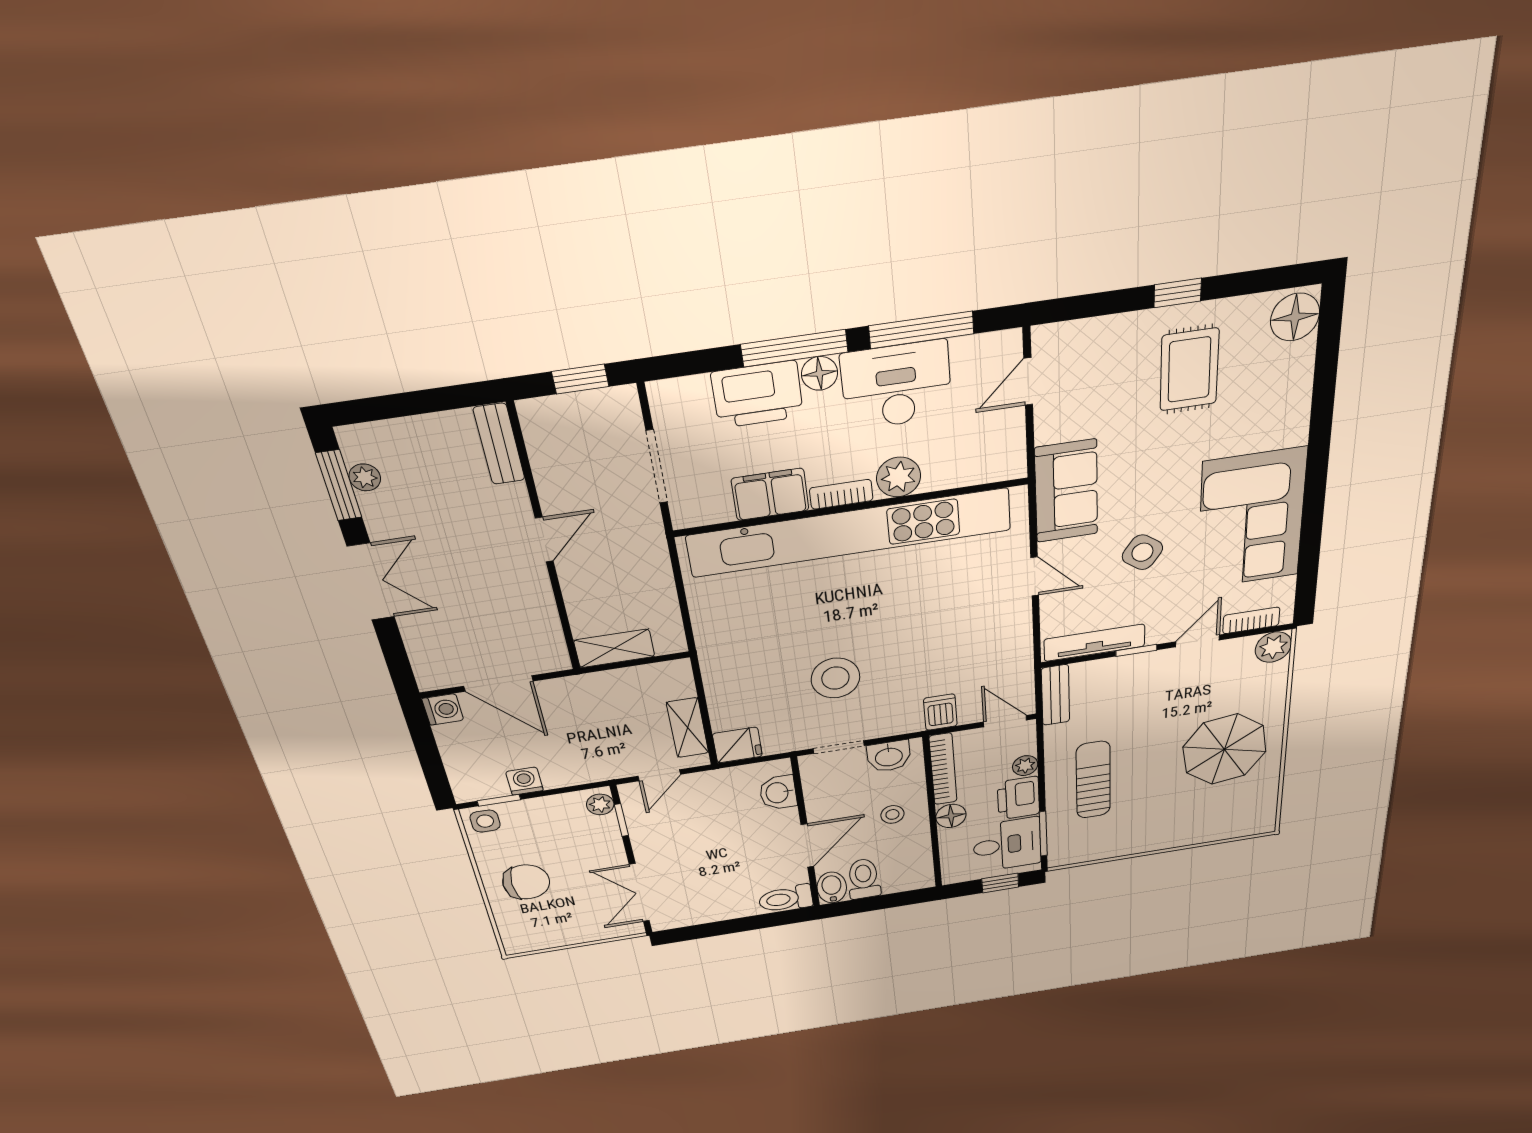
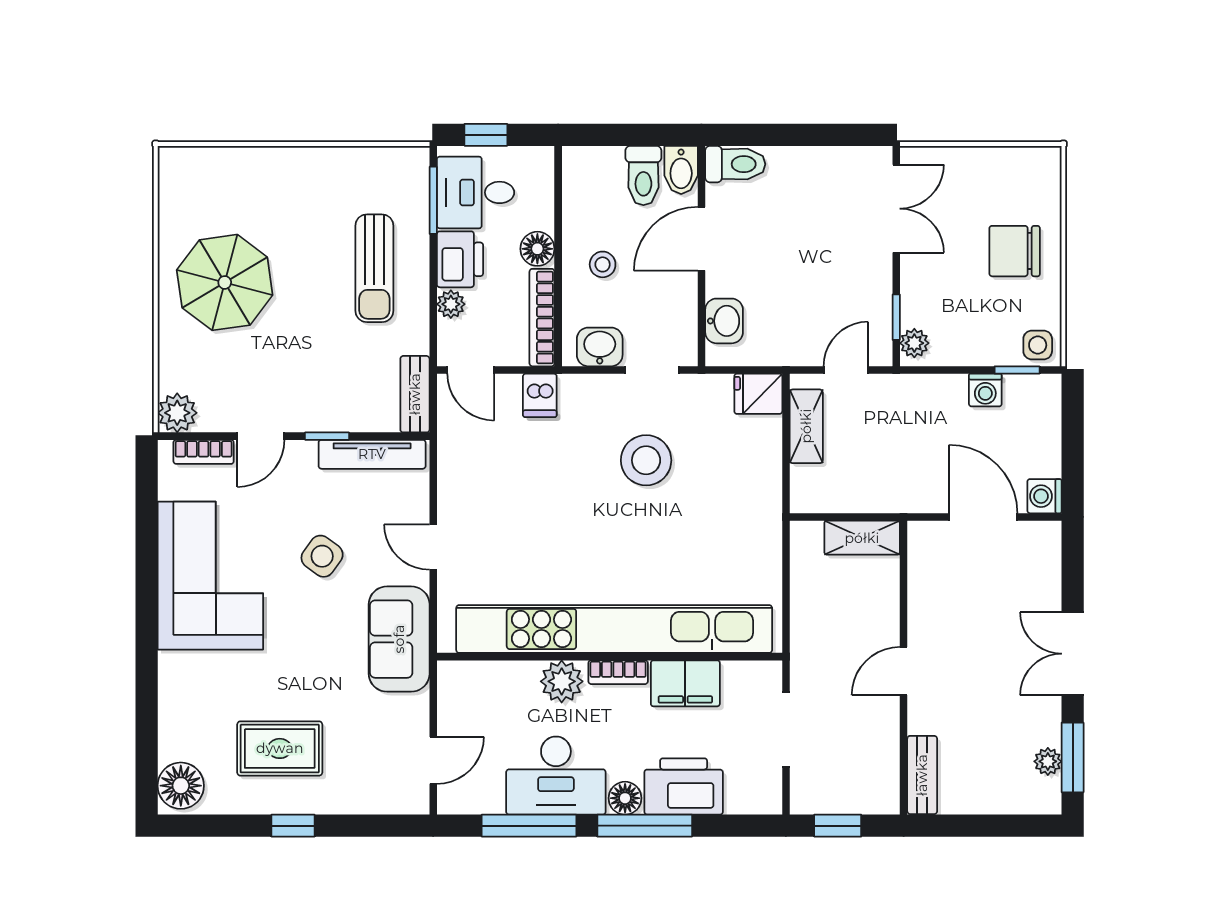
rug: (1189, 370) -> (280, 748), turned 90

